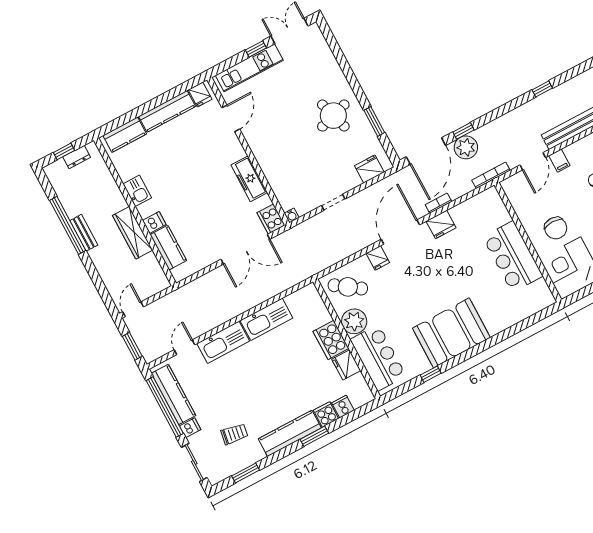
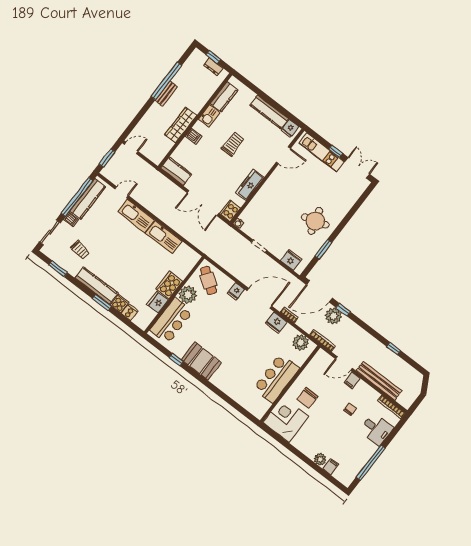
kitchen counter: (125, 135) -> (224, 97), moved, turned -90
trolley: (187, 177) -> (233, 144), added
plant: (481, 205) -> (301, 343), added
kitchen counter: (168, 248) -> (176, 171), moved, turned -90
booth: (451, 333) -> (201, 361), width x0.73, depth x0.70

